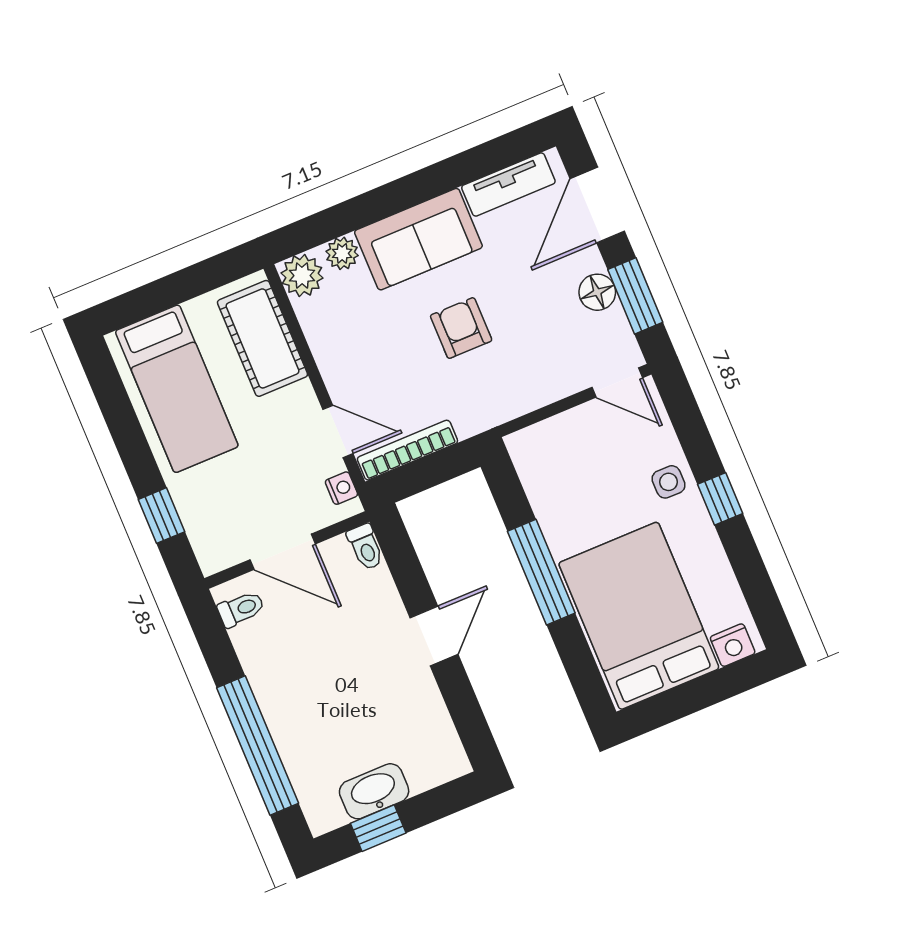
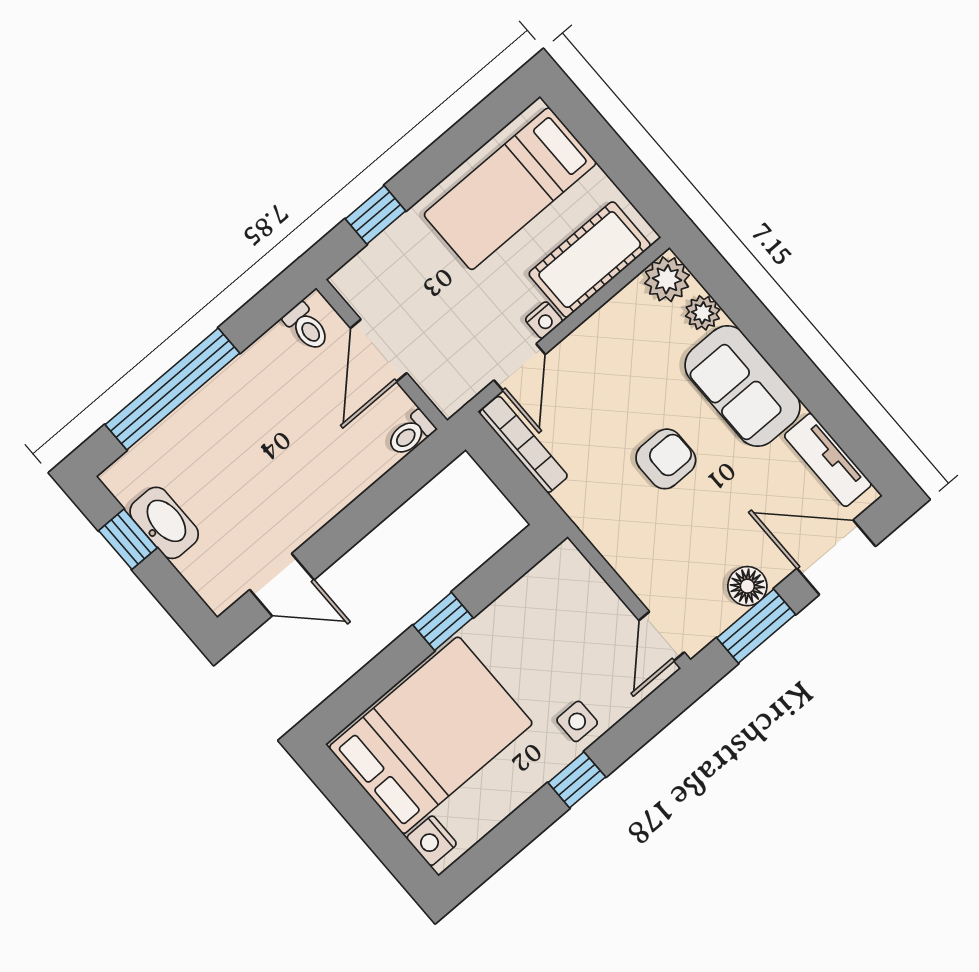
nightstand: (341, 488) -> (544, 320), moved
window: (541, 572) -> (443, 621), width x0.46
door: (434, 636) -> (282, 585), moved

